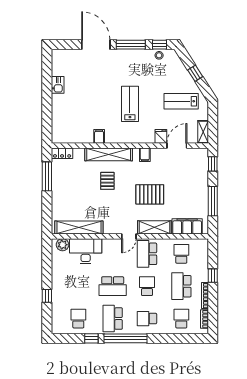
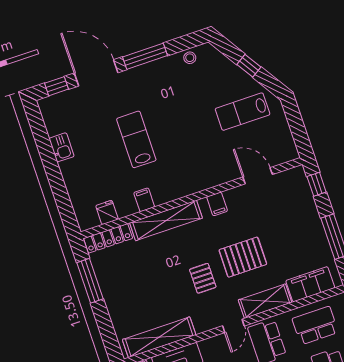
window: (160, 45) -> (57, 86), moved
lab bench: (130, 104) -> (136, 139), moved
shelving: (203, 132) -> (288, 144), removed
fridge: (161, 136) -> (107, 212), moved
door: (177, 146) -> (258, 176), hinge flipped
locker: (62, 153) -> (108, 238), width x1.53
pallet: (107, 181) -> (203, 278), moved
school desk: (181, 254) -> (315, 326), width x1.85

